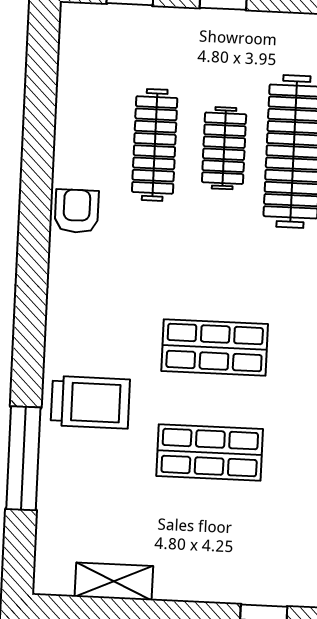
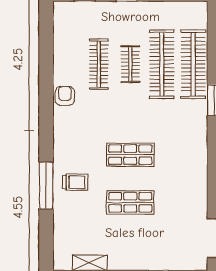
trolley: (90, 402) -> (75, 182), width x0.73, depth x0.72
window: (23, 458) -> (46, 185), moved

